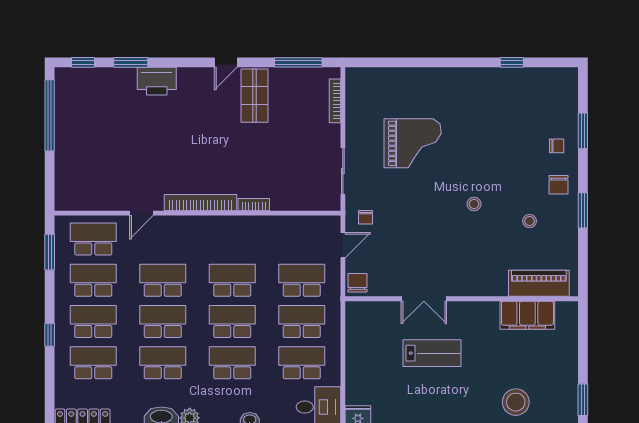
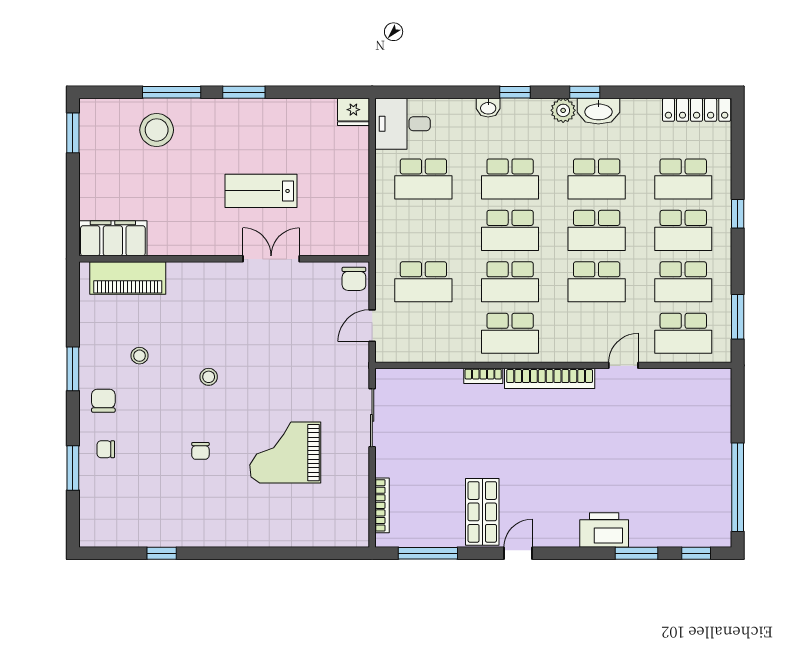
chair: (365, 217) -> (200, 451), moved, turned 180
filing cabinet: (527, 315) -> (113, 238), moved
school desk: (302, 322) -> (510, 333), moved

